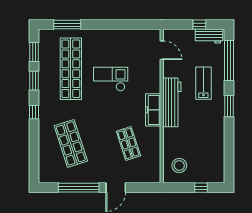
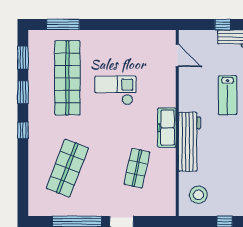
lab bench: (203, 83) -> (228, 95), turned 180
workbench: (172, 102) -> (189, 142), moved
shop shelf: (71, 143) -> (67, 168), turned 39
shop shelf: (128, 143) -> (137, 168), turned 30

